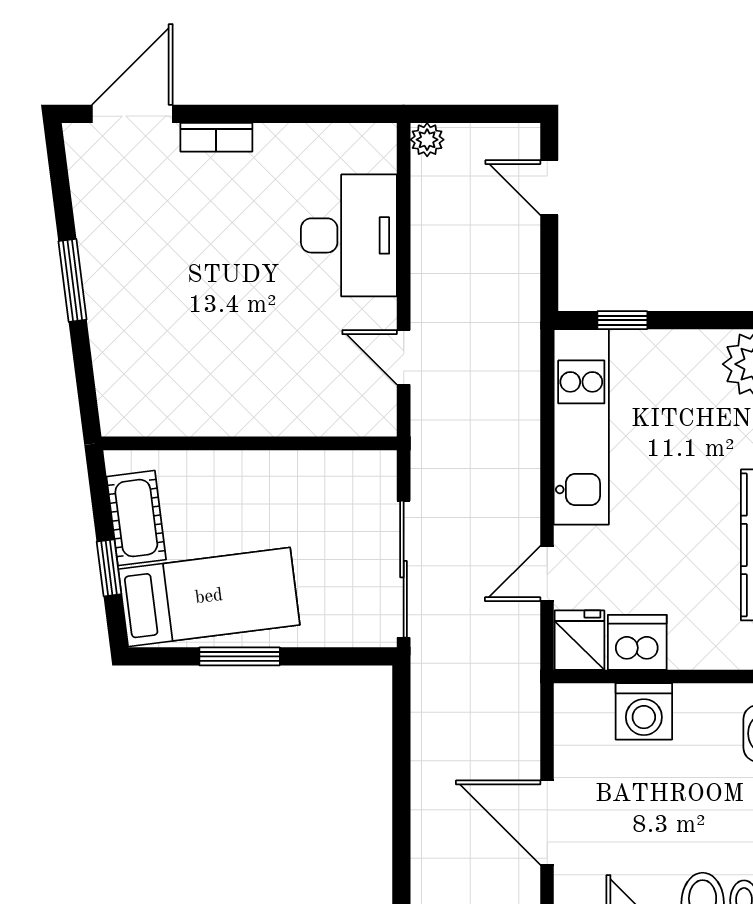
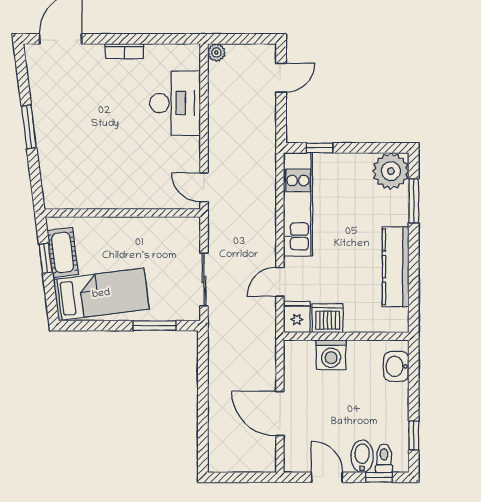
bookcase: (216, 137) -> (124, 51), moved
door: (549, 188) -> (281, 78), swing flipped
door: (404, 357) -> (204, 187), moved
window: (109, 568) -> (46, 258), moved
sliding door: (404, 569) -> (204, 280), width x0.73
window: (240, 656) -> (154, 326), moved

